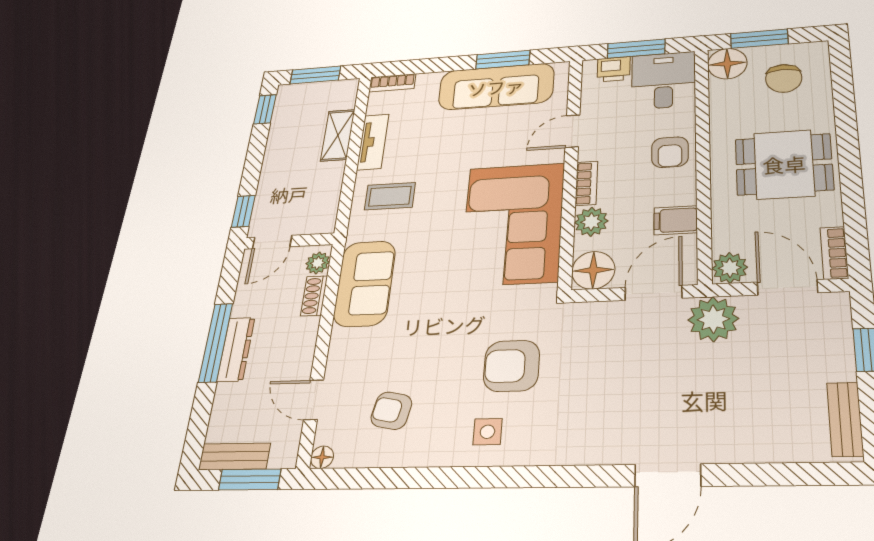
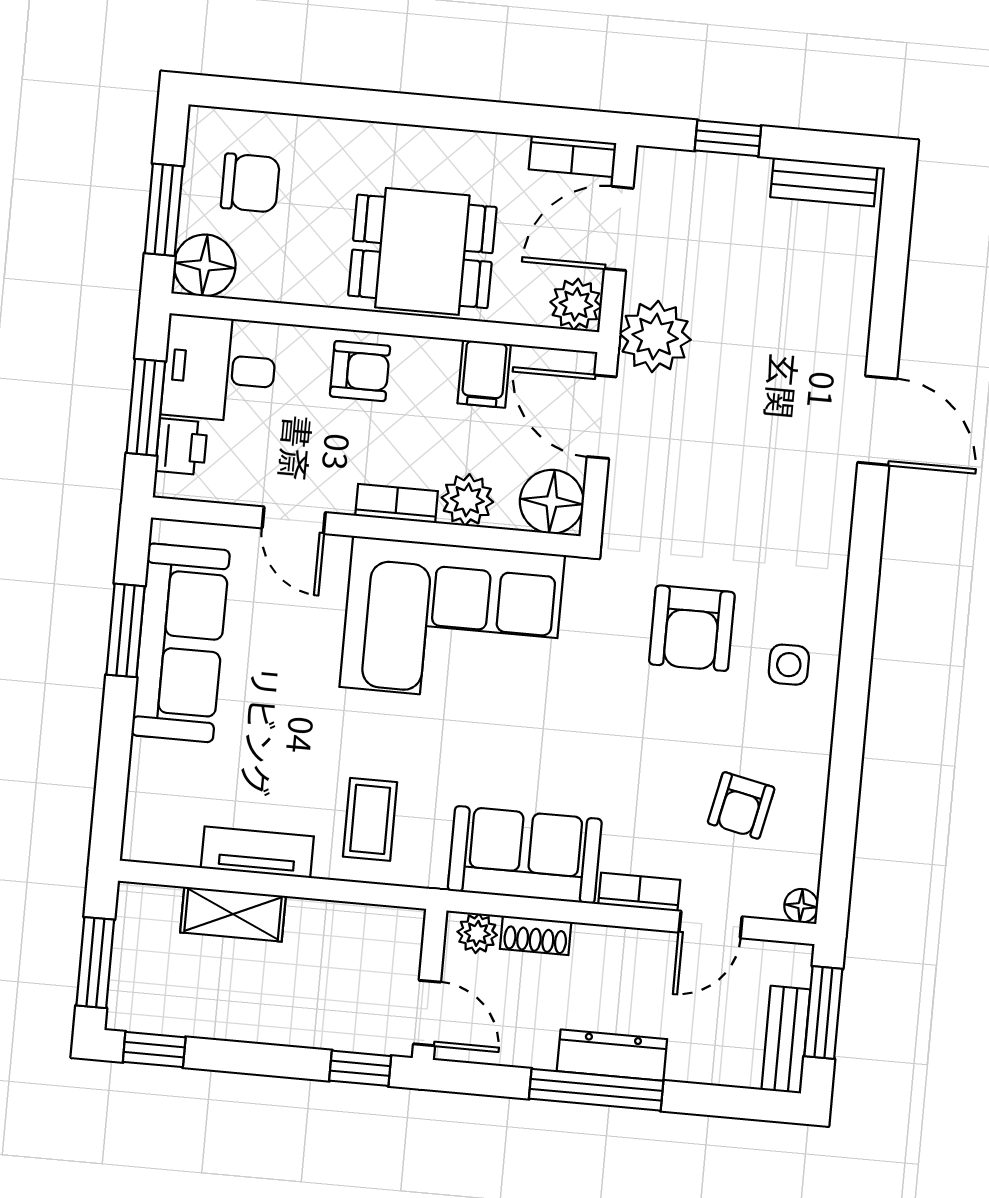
bookcase: (392, 83) -> (639, 892), moved, turned -90
dining table: (784, 164) -> (422, 251), moved, turned 90

